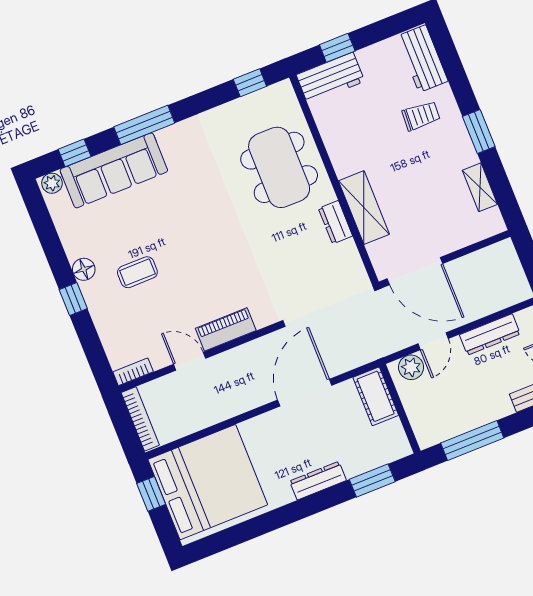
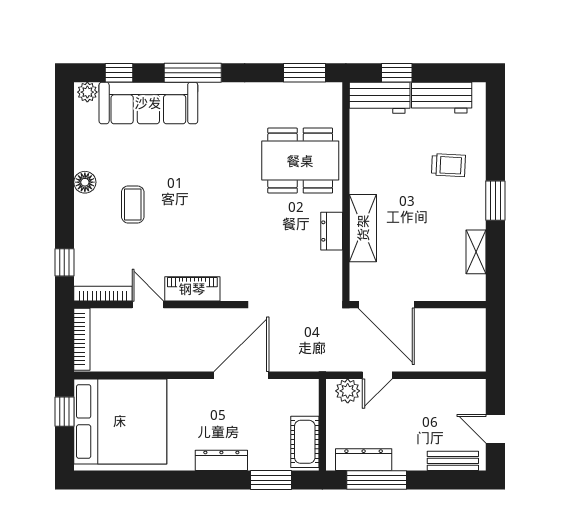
workbench: (422, 59) -> (442, 98), moved, turned -90
window: (250, 83) -> (305, 73), width x1.50
dining table: (279, 167) -> (300, 161), turned 90
coffee table: (137, 272) -> (133, 204), turned 90
window: (73, 299) -> (64, 262), moved
dresser: (490, 334) -> (364, 460), moved, turned 180
bookcase: (133, 372) -> (103, 294), width x1.56
cot: (376, 396) -> (305, 442), moved

